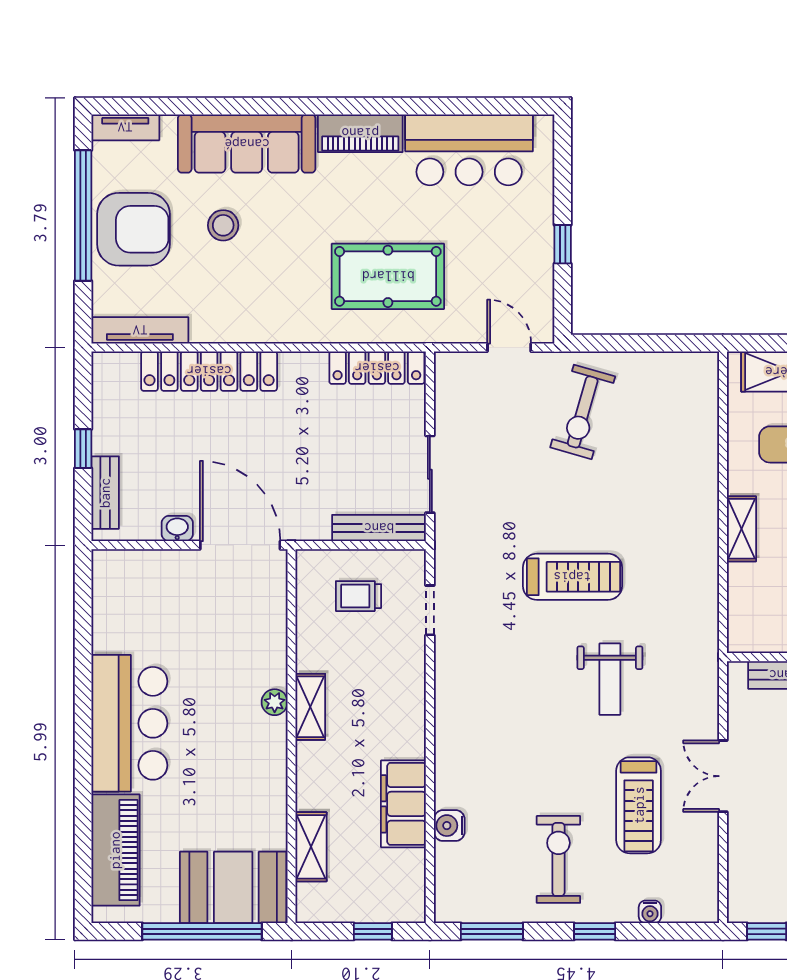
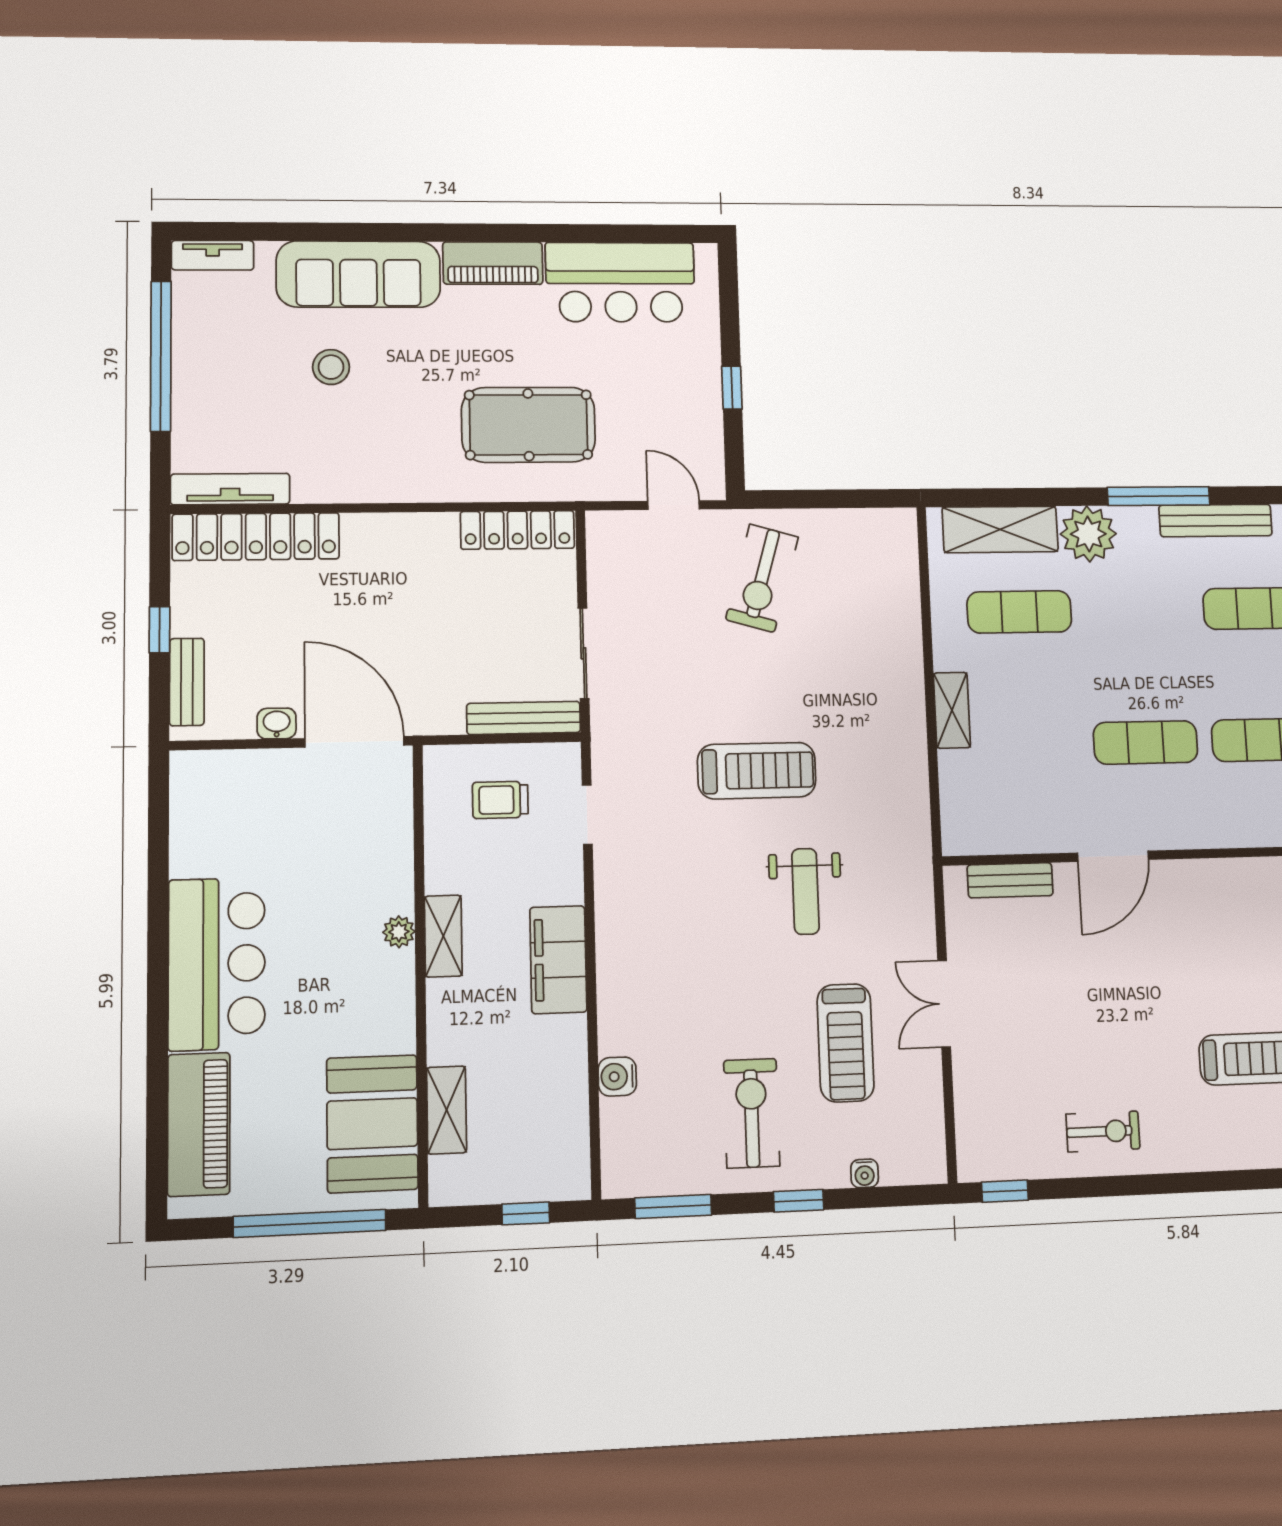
armchair: (133, 229) -> (222, 372), removed
locker: (209, 371) -> (256, 537), moved
filing cabinet: (403, 804) -> (558, 960), moved
booth: (233, 887) -> (372, 1124), moved, turned 90

